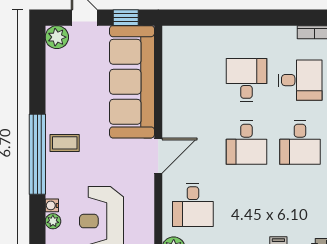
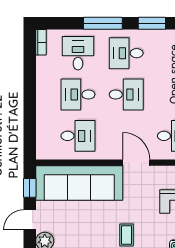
desk: (193, 80) -> (78, 136), added
desk: (300, 143) -> (126, 53), turned 180

